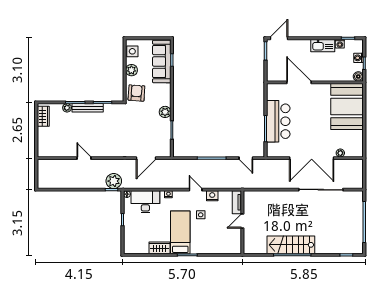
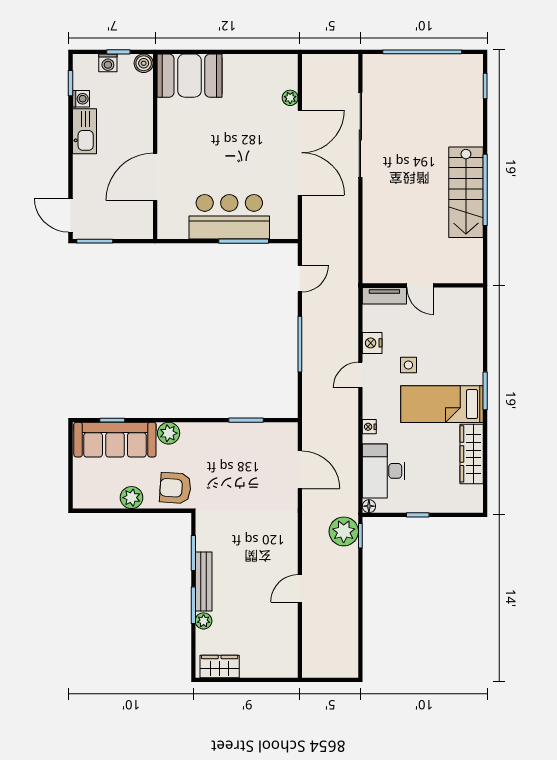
side table: (132, 51) -> (95, 496), removed
booth: (347, 107) -> (189, 76), width x0.73, depth x0.70
plant: (165, 112) -> (169, 433), moved
wardrobe: (159, 248) -> (472, 454), width x1.50

